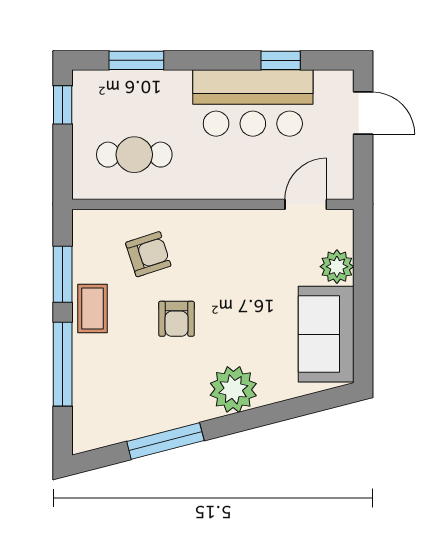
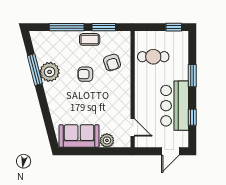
window: (136, 60) -> (192, 76), moved
cafe table: (134, 155) -> (153, 57), turned 90
plant: (233, 389) -> (50, 72), moved

